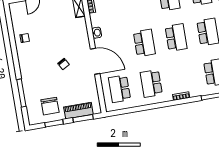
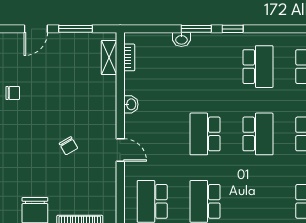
school desk: (144, 43) -> (205, 134), turned 180
door: (95, 61) -> (120, 150), width x0.53

